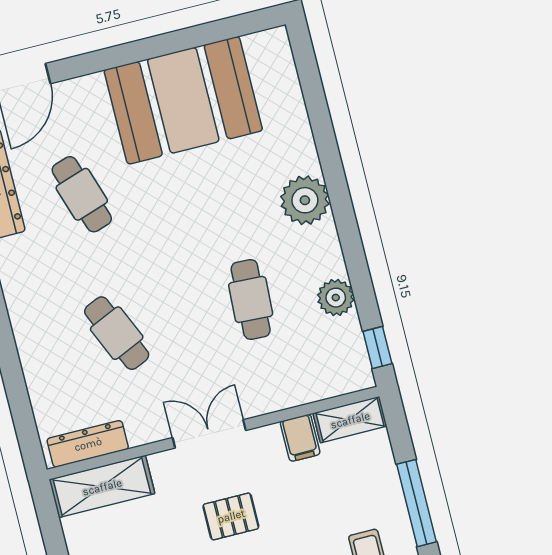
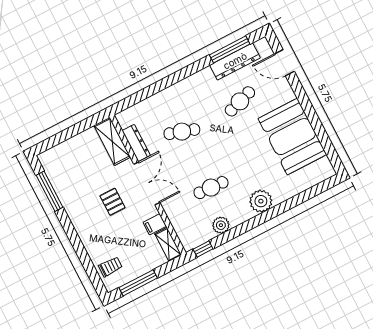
cafe table: (117, 333) -> (182, 132), turned 42
double door: (209, 434) -> (147, 183), width x1.37
dresser: (88, 444) -> (136, 143), moved

